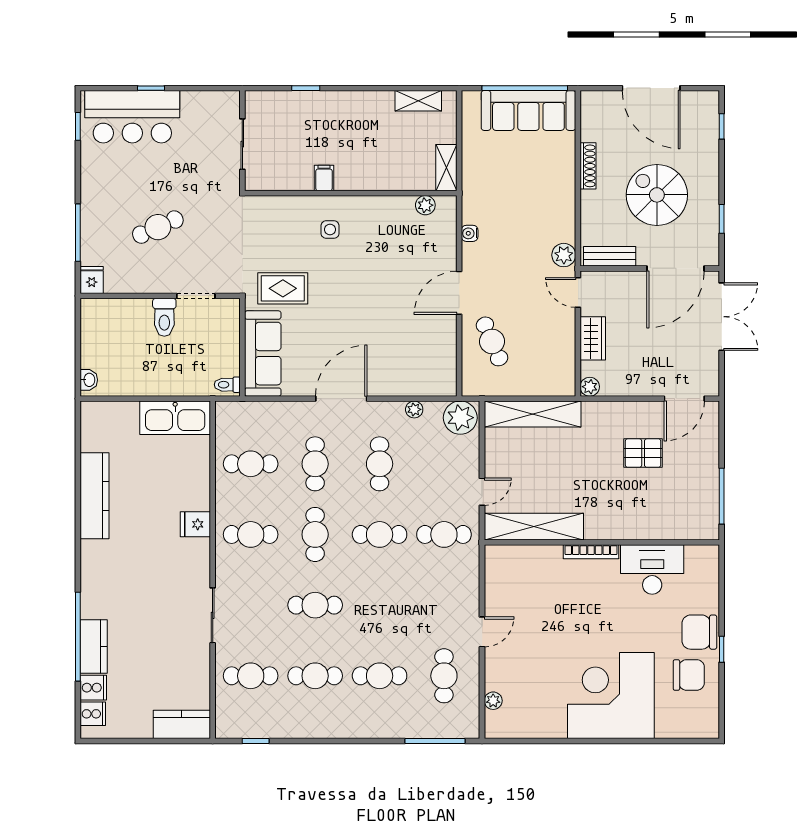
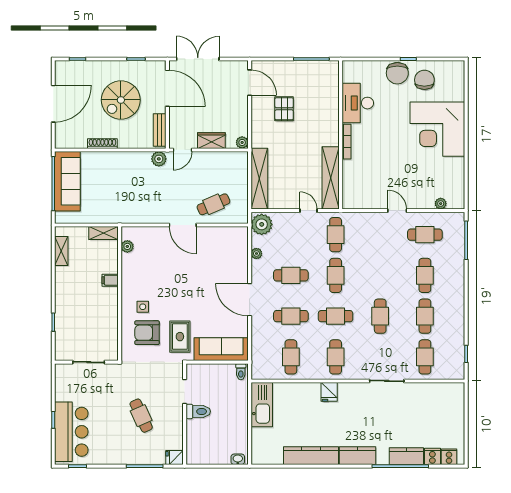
filing cabinet: (324, 178) -> (110, 280), moved
water cooler: (470, 233) -> (145, 218), removed
armchair: (289, 236) -> (147, 333), added
kitchen counter: (182, 724) -> (357, 456), moved, turned 90

